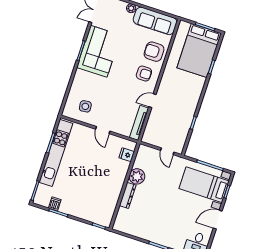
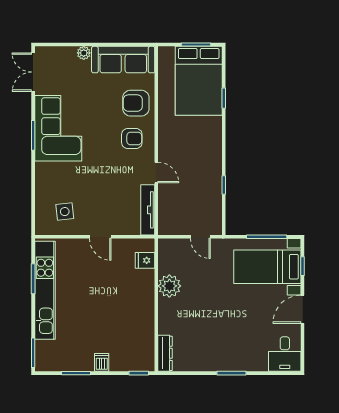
door: (152, 101) -> (156, 173), swing flipped
dresser: (128, 195) -> (165, 353), moved
dishwasher: (55, 204) -> (102, 362), moved

